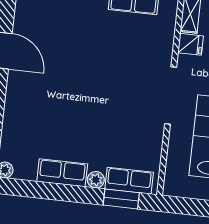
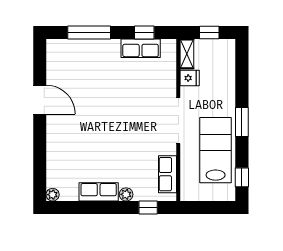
row of seats: (129, 181) -> (167, 174), moved, turned -90
window: (121, 199) -> (148, 208), width x0.67

